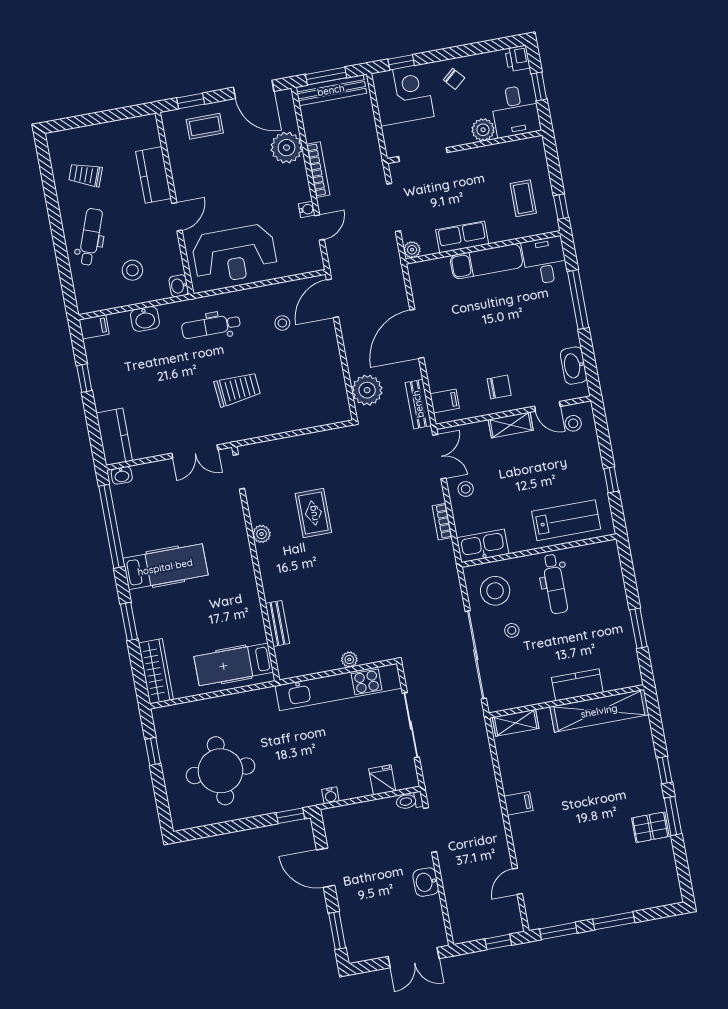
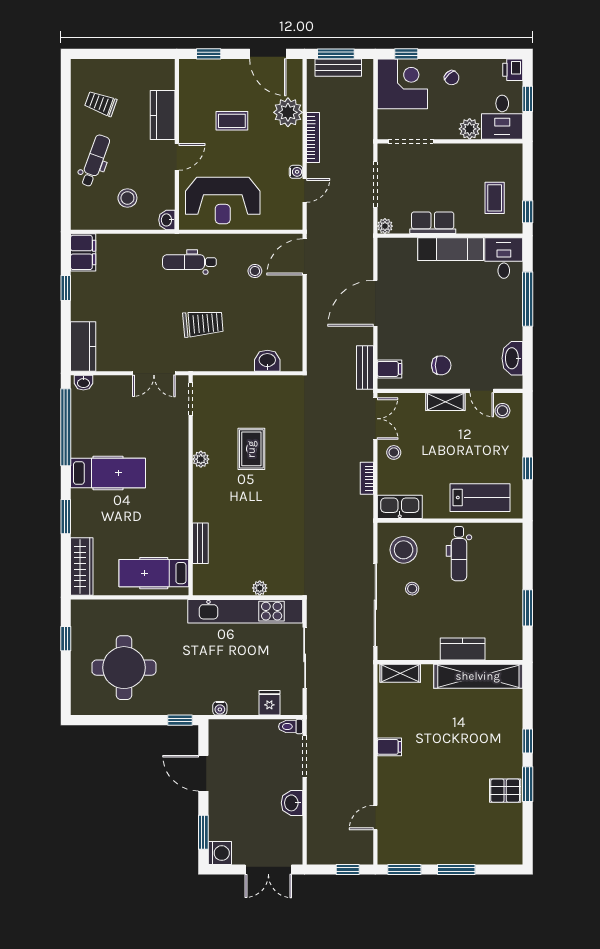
bench: (331, 90) -> (338, 68), width x0.73
coffee table: (205, 126) -> (232, 121), moved
washbasin: (145, 319) -> (267, 361), moved, turned 180
filing cabinet: (94, 327) -> (83, 252), width x2.00
plant: (367, 390) -> (321, 346), removed
washing machine: (359, 949) -> (220, 853), added

